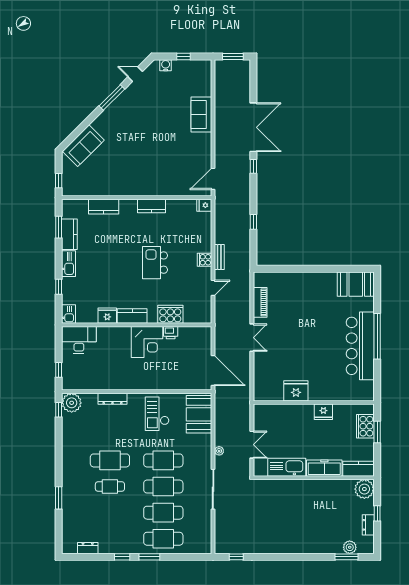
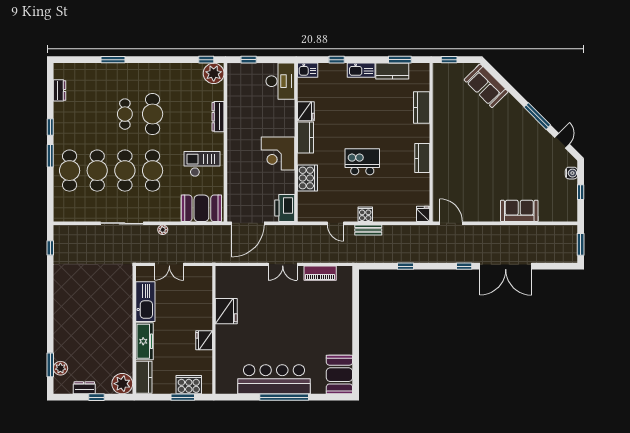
printer: (171, 333) -> (285, 208), moved, width x1.87, depth x1.48

